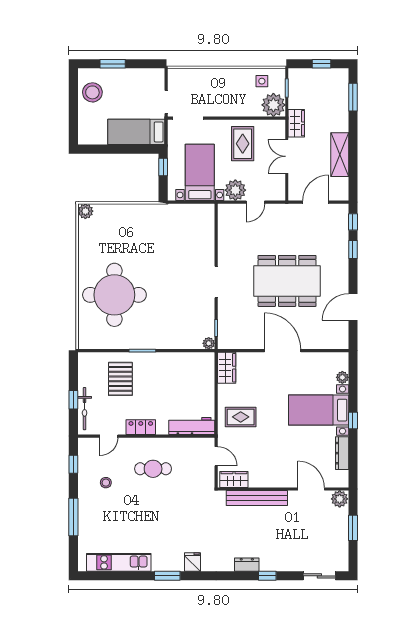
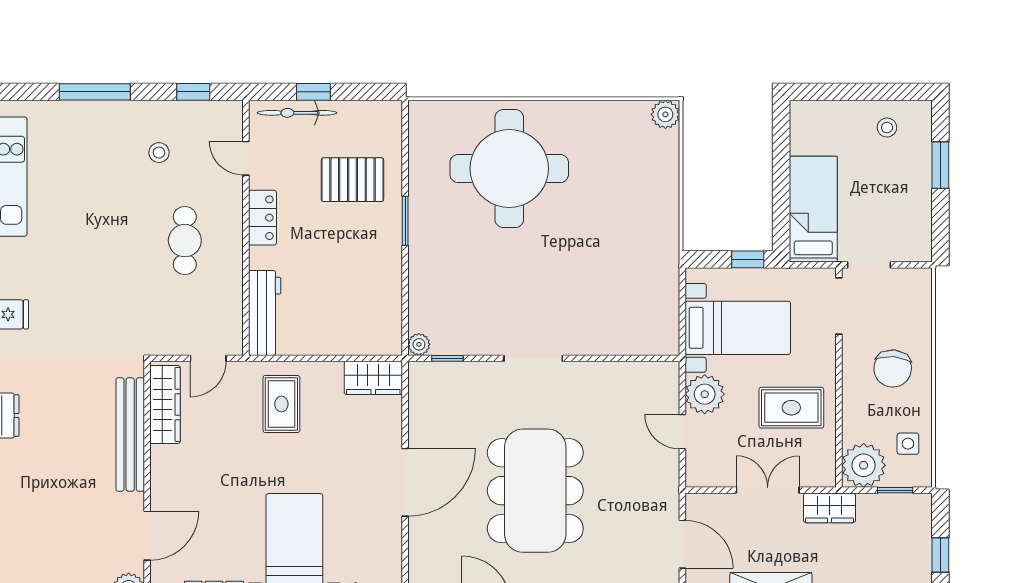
chair: (222, 89) -> (893, 369), added
stool: (92, 92) -> (887, 128), width x0.53, depth x0.53
wardrobe: (234, 479) -> (165, 404), width x1.50

